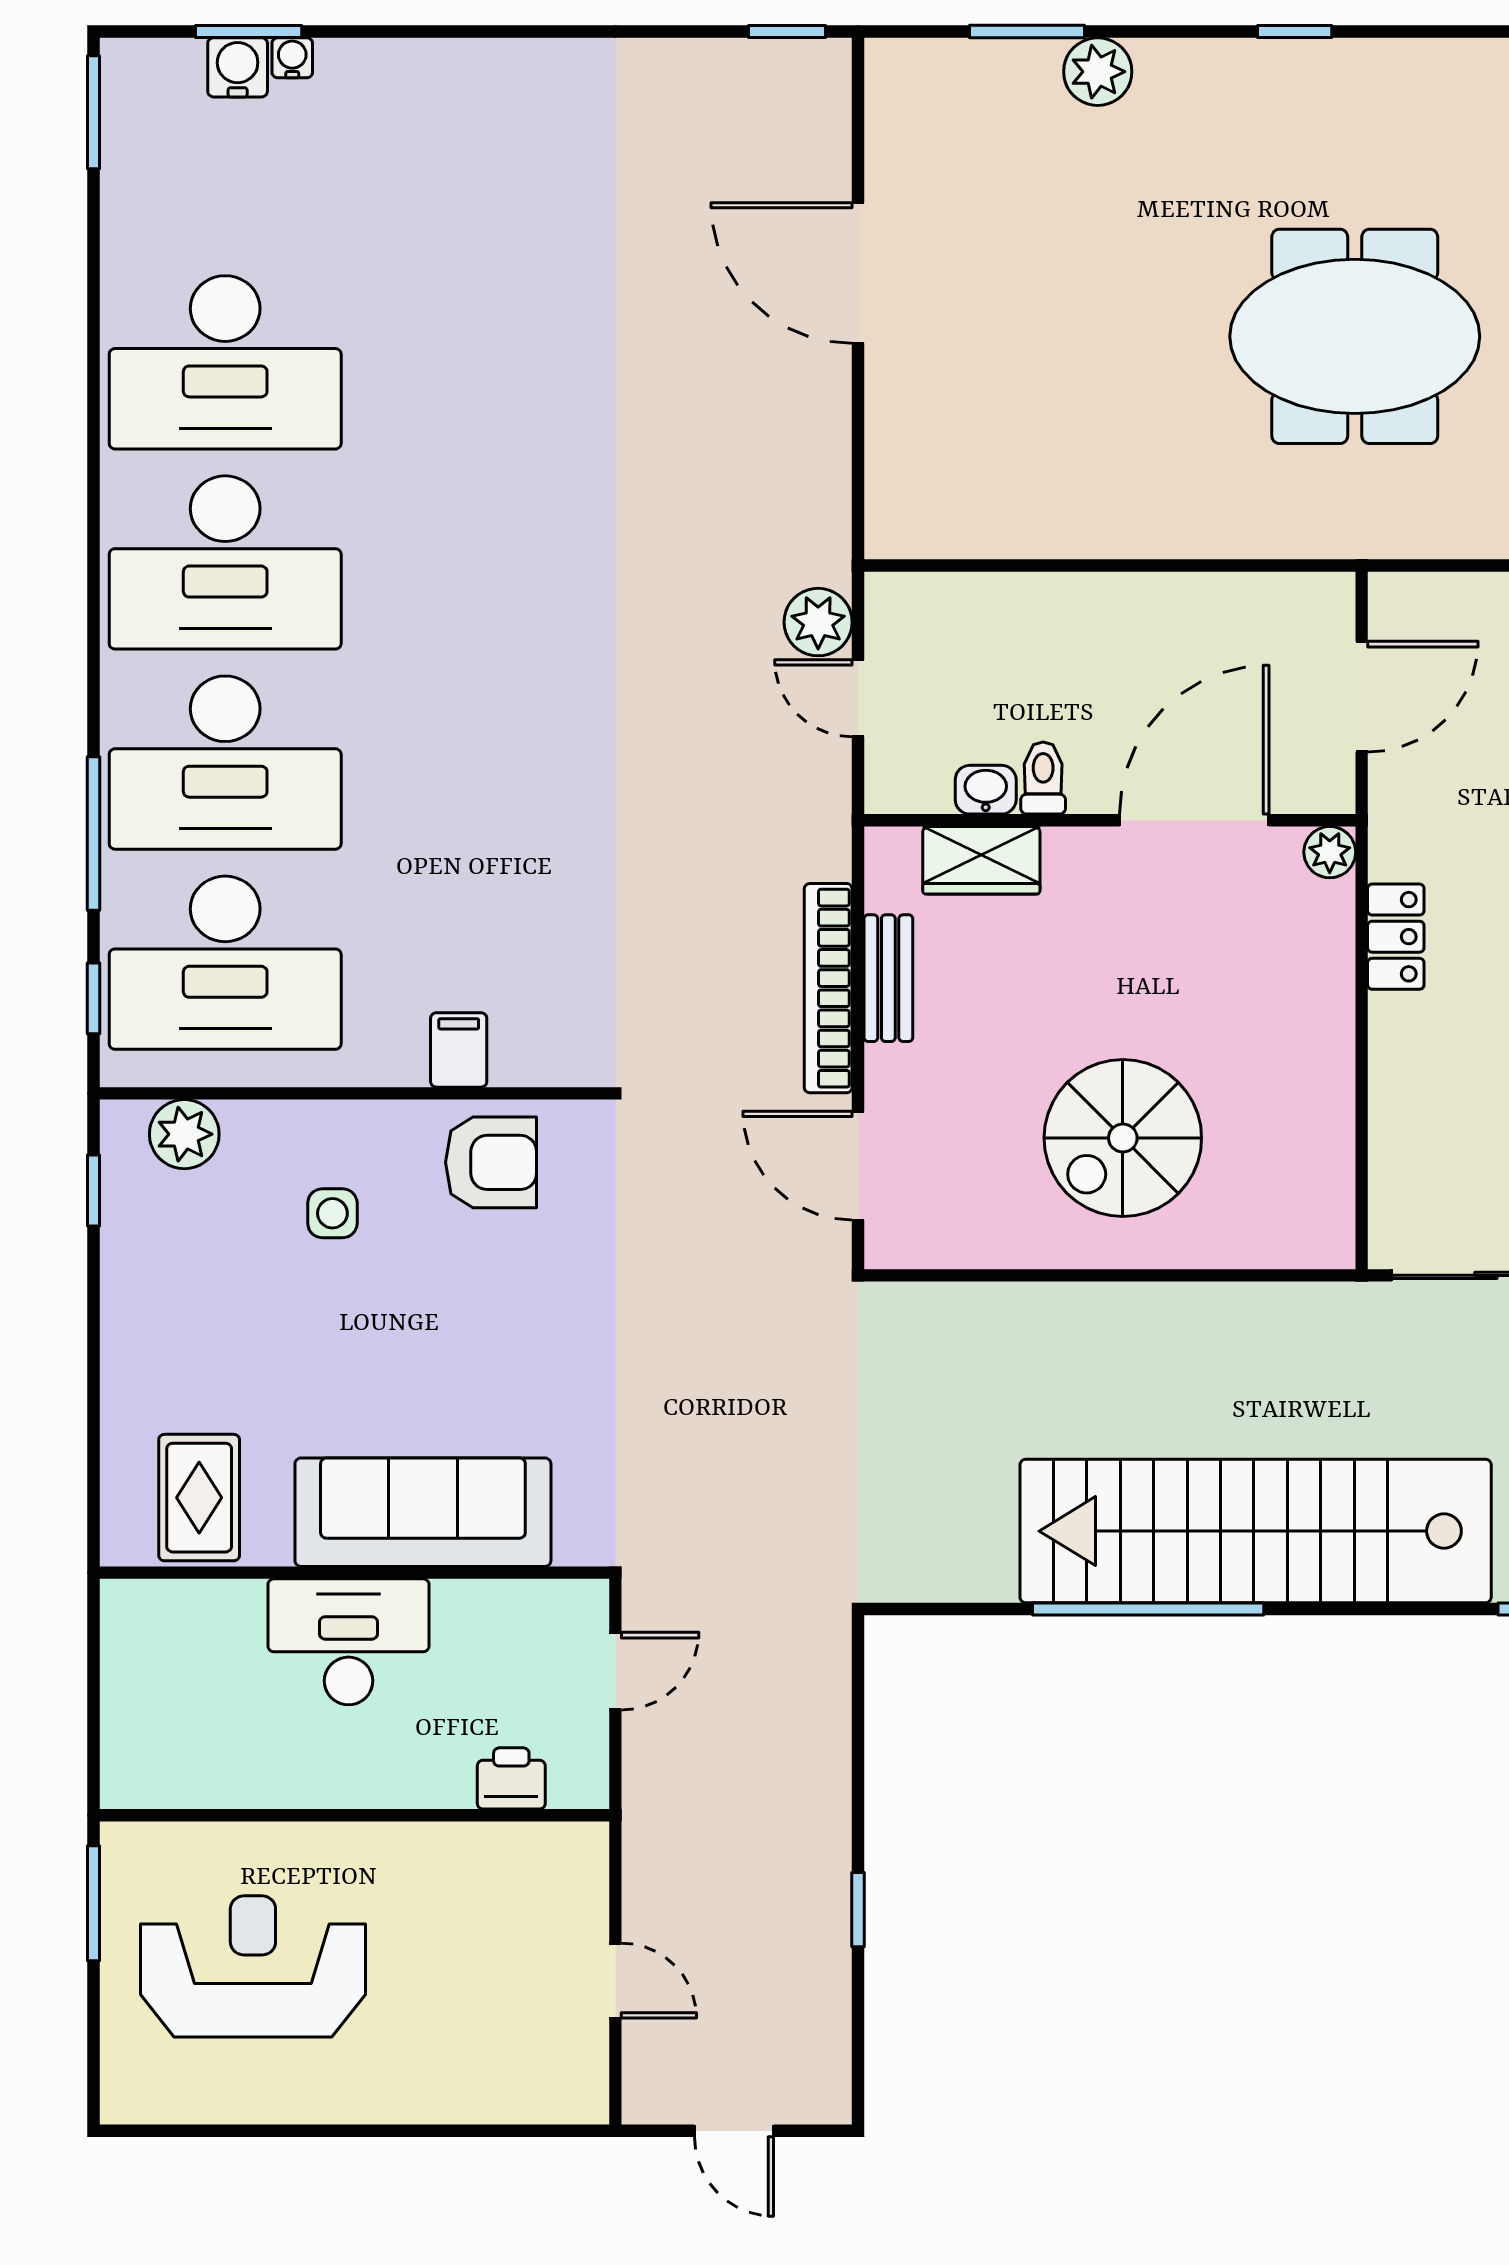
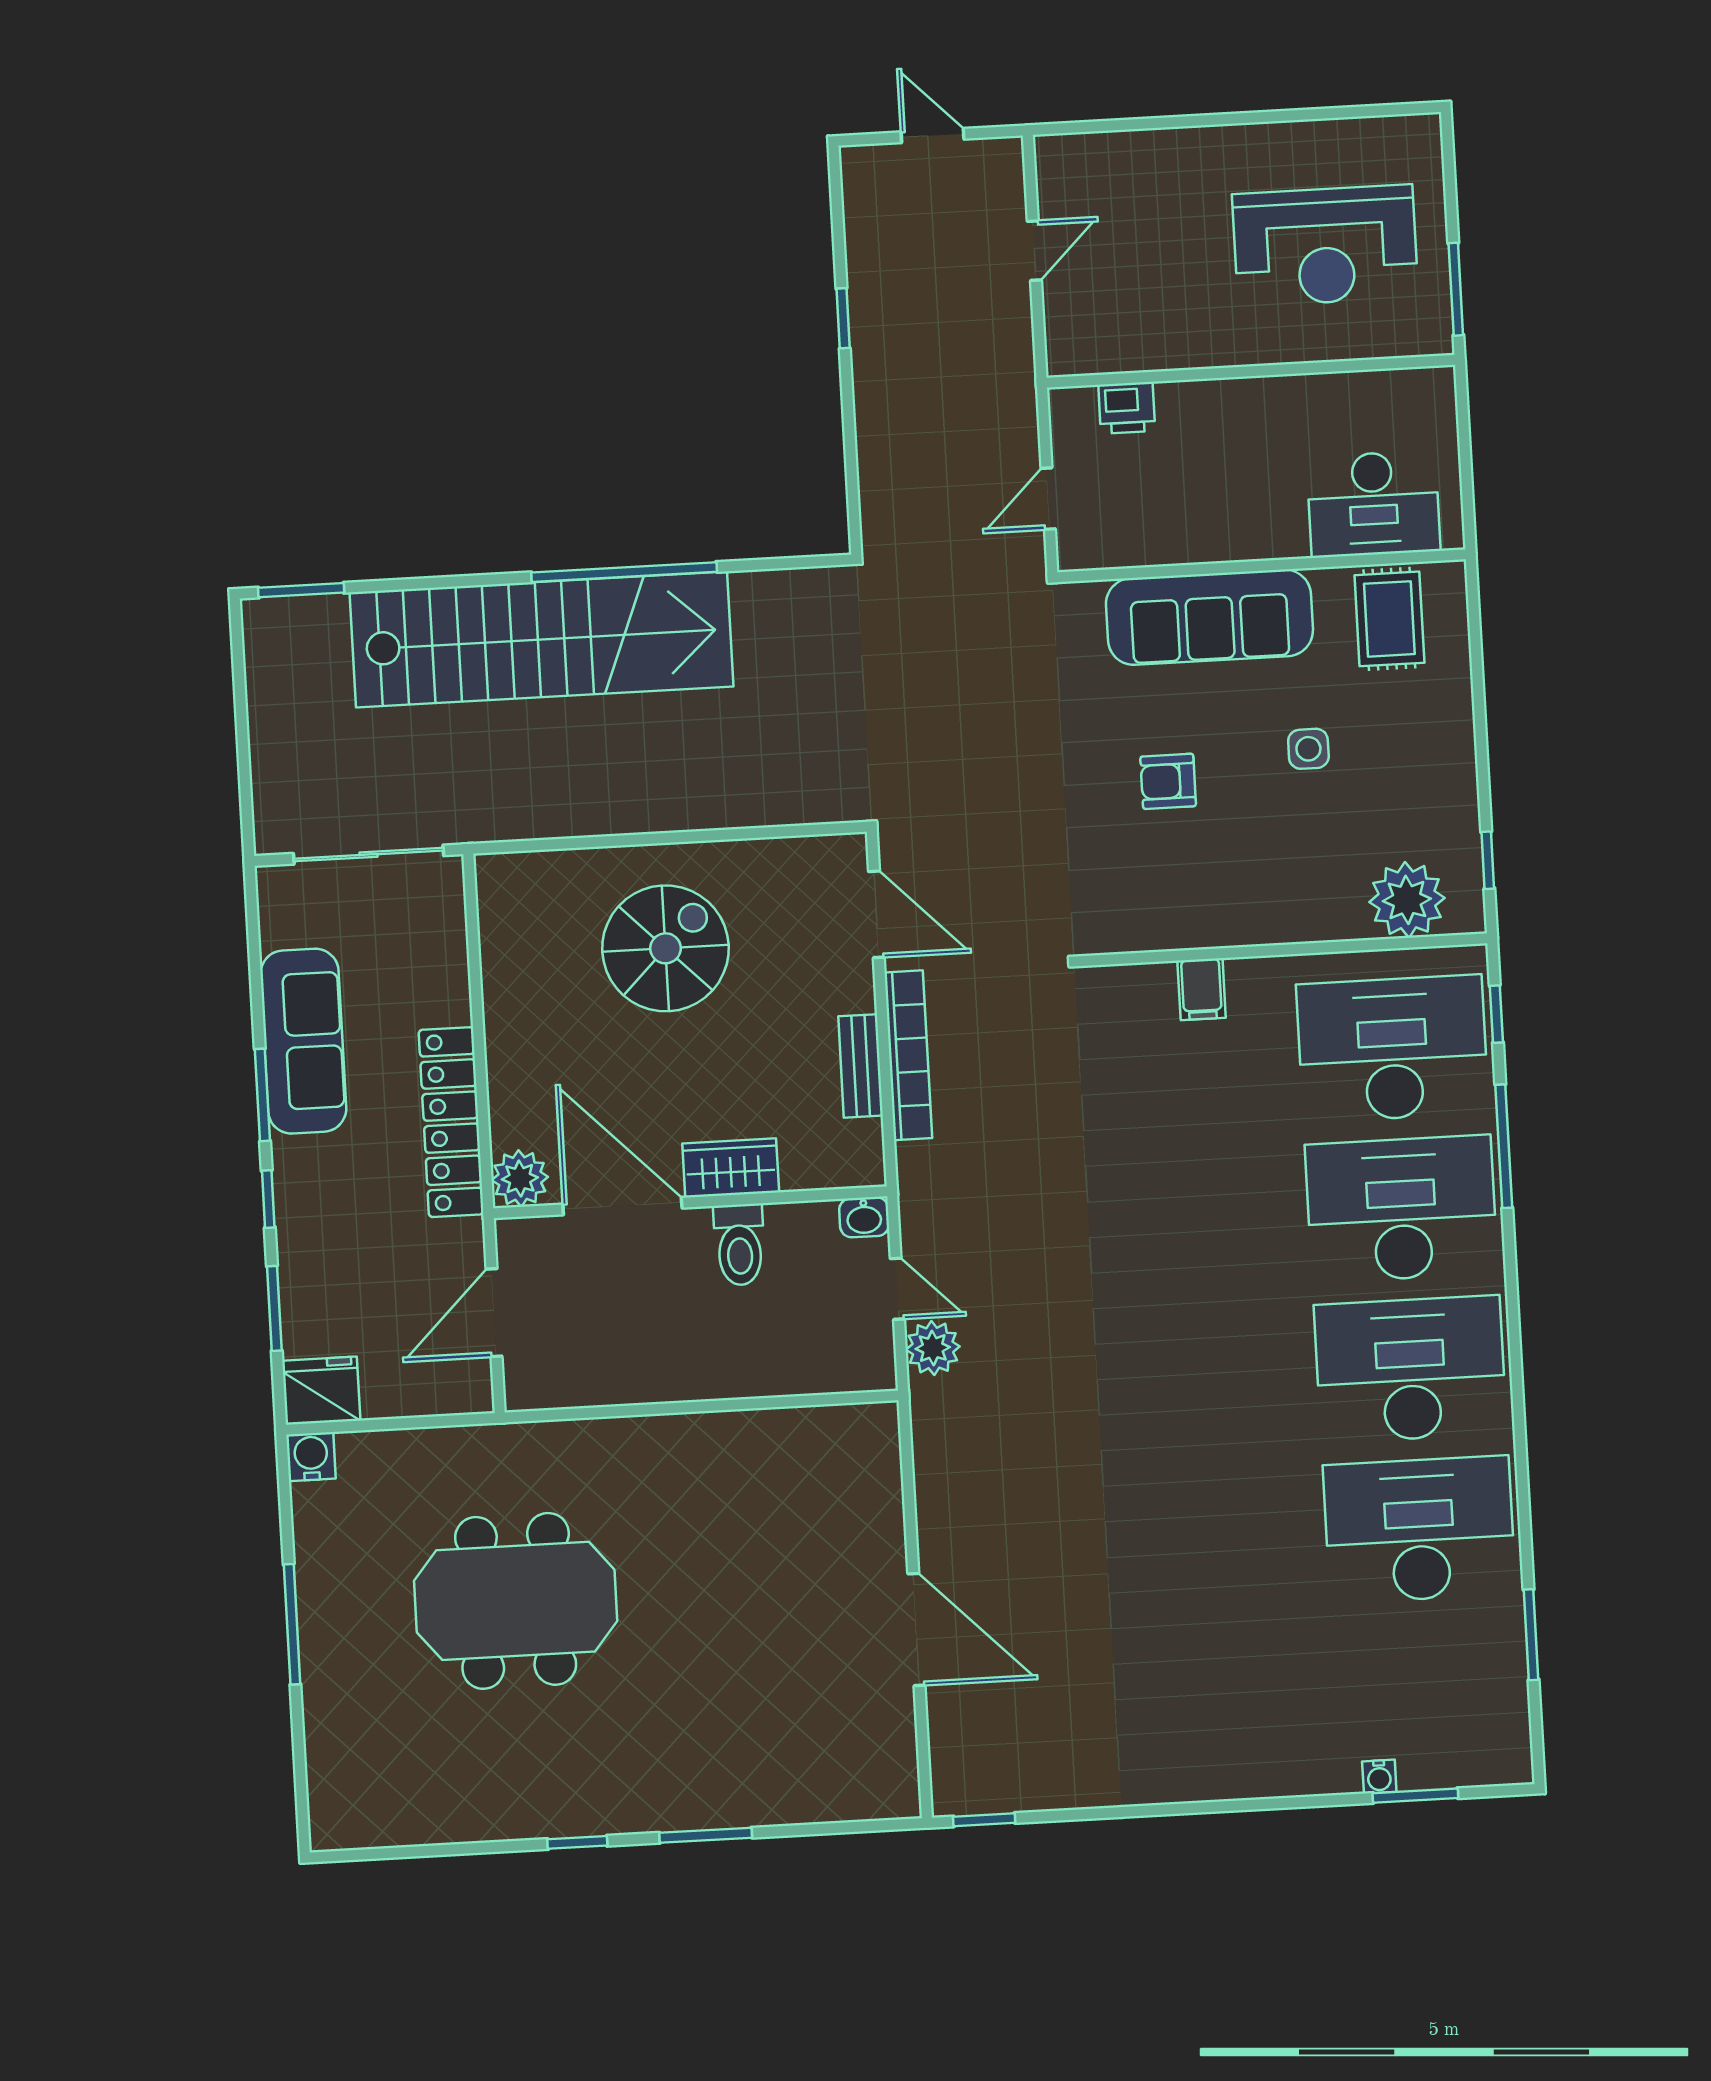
window: (1027, 32) -> (706, 1835), moved
water cooler: (238, 67) -> (1423, 1766), removed
plant: (1098, 72) -> (733, 1802), removed
window: (94, 112) -> (1531, 1635), moved
toilet: (1043, 778) -> (739, 1245), width x1.37, depth x1.39
washbasin: (986, 790) -> (864, 1217), moved
door: (1194, 820) -> (622, 1206), swing flipped
plant: (1330, 852) -> (520, 1178), width x1.38, depth x1.38
wardrobe: (981, 860) -> (731, 1168), moved
locker: (1396, 937) -> (451, 1122), width x2.16, depth x1.21
plant: (184, 1134) -> (1407, 900), width x1.36, depth x1.36
armchair: (491, 1162) -> (1168, 781), moved, width x0.72, depth x0.72
side table: (332, 1213) -> (1308, 749), moved
desk: (349, 1642) -> (1373, 504), moved
door: (615, 1981) -> (1034, 251), swing flipped

